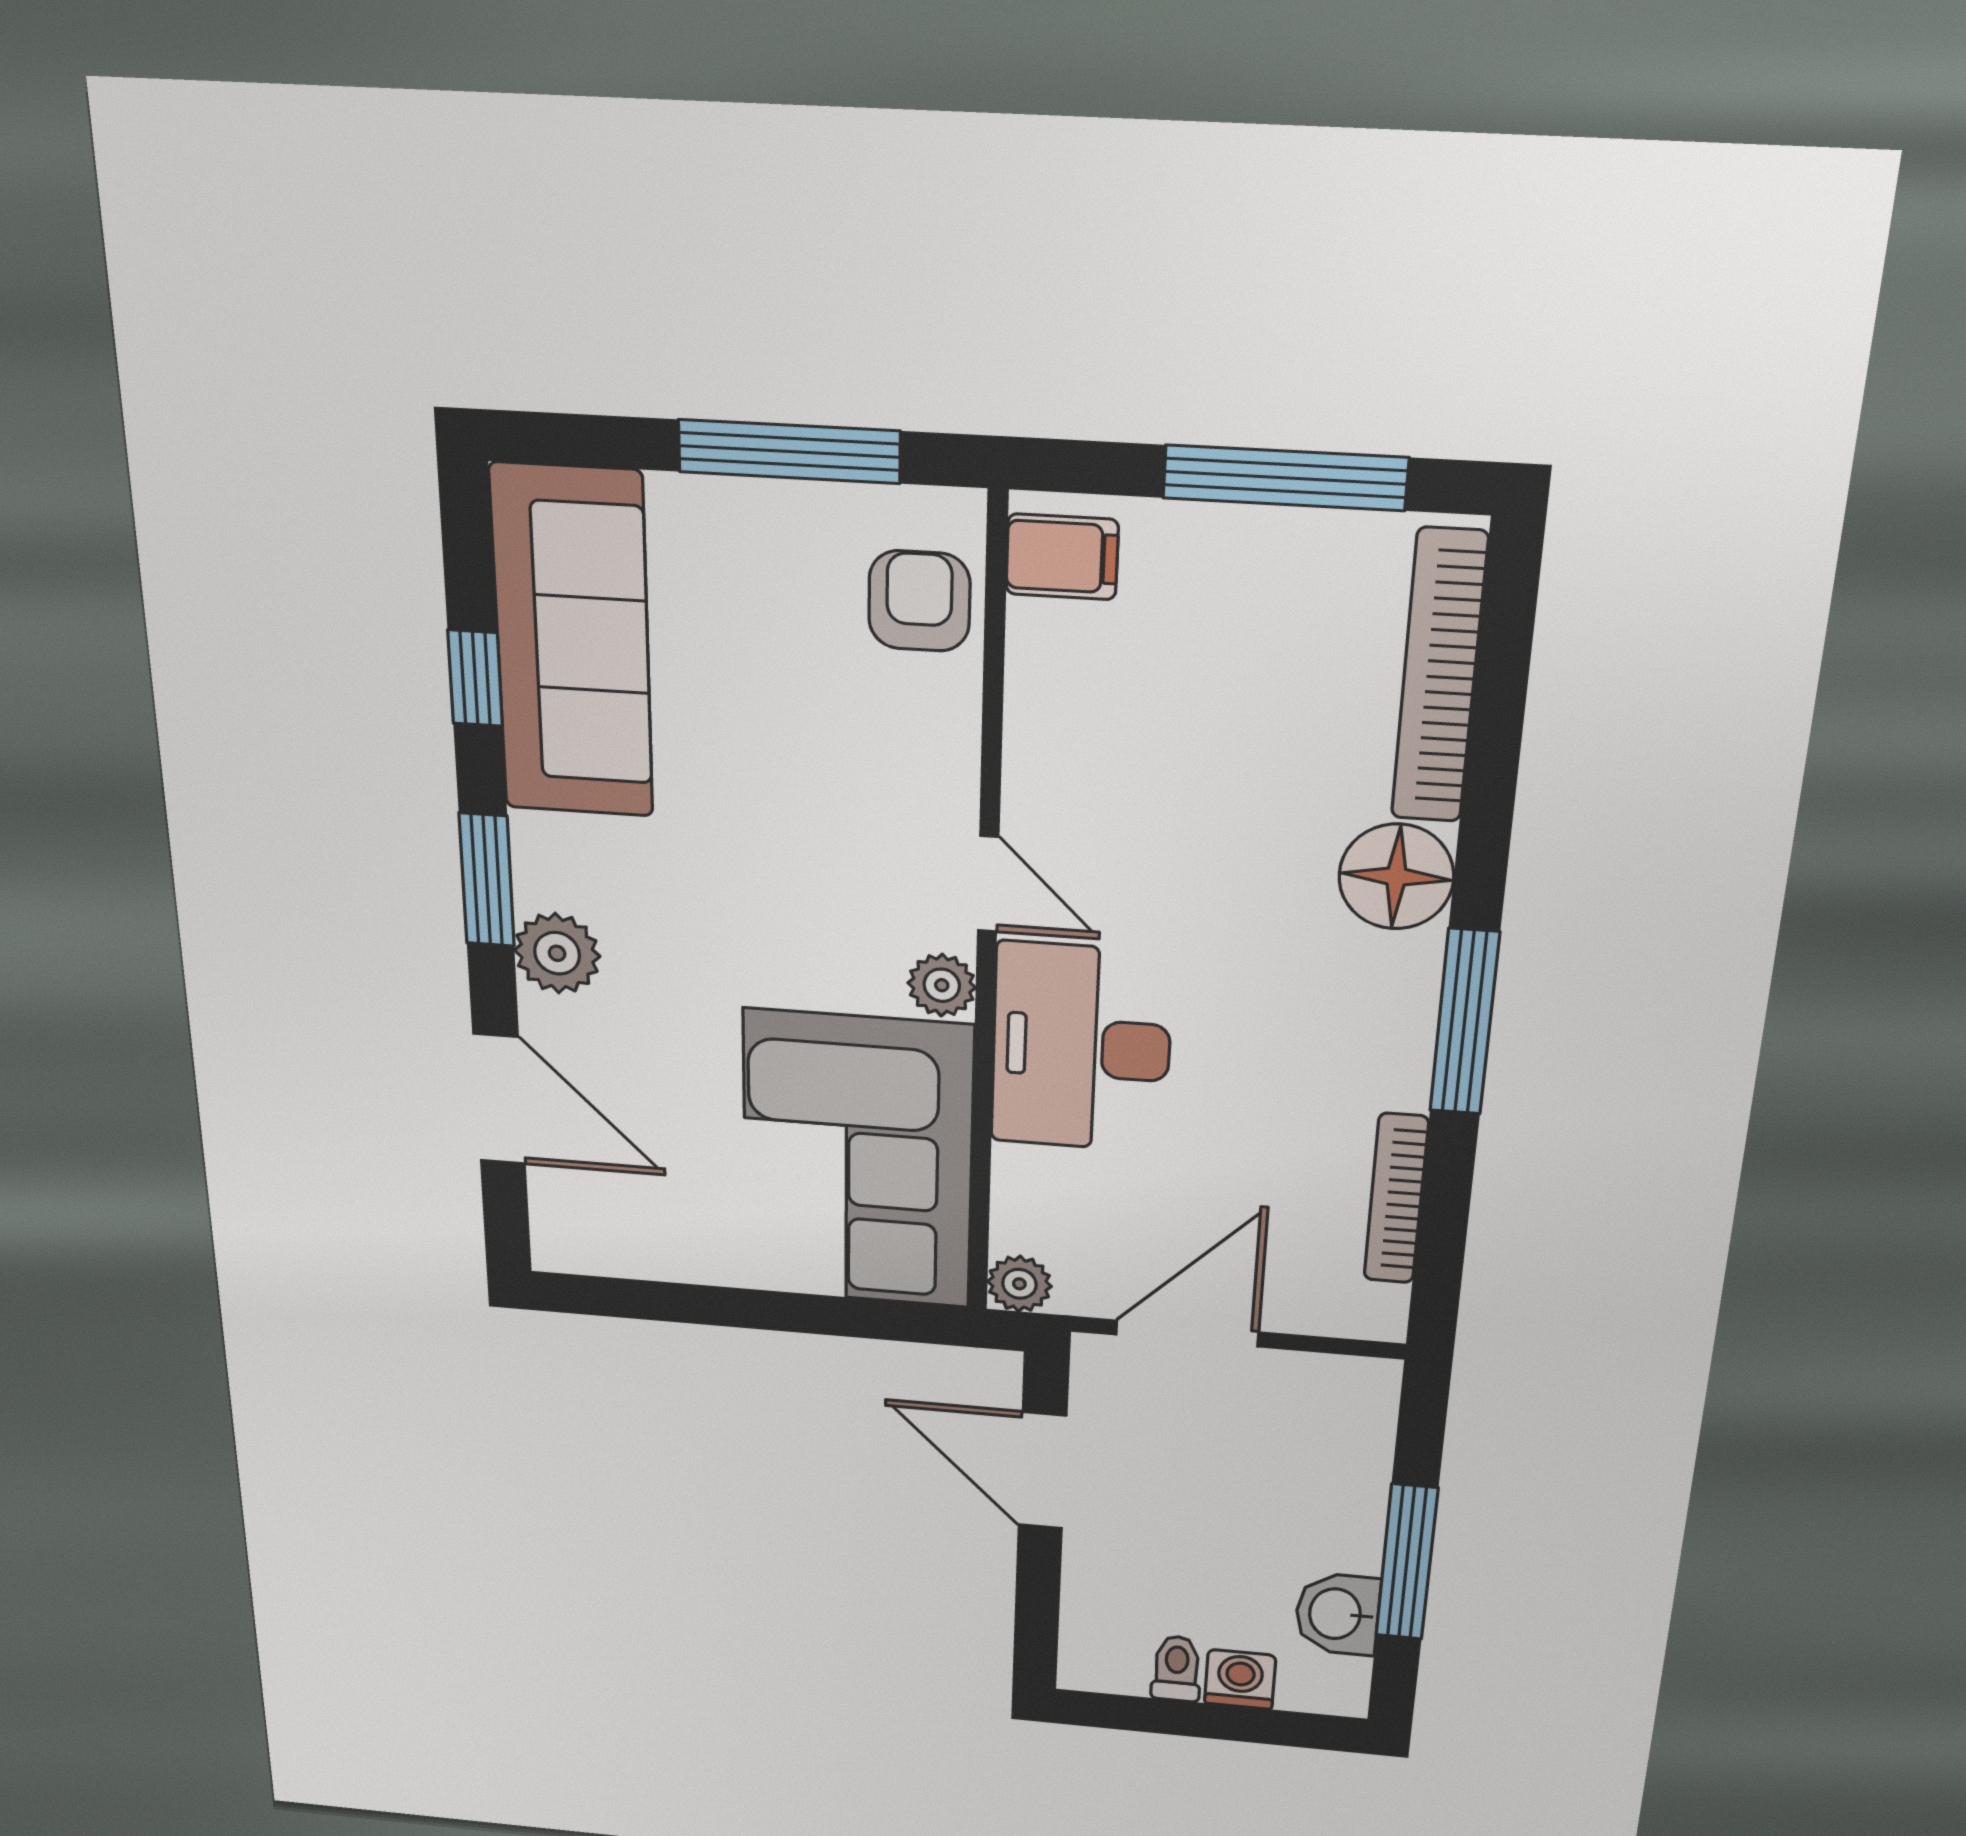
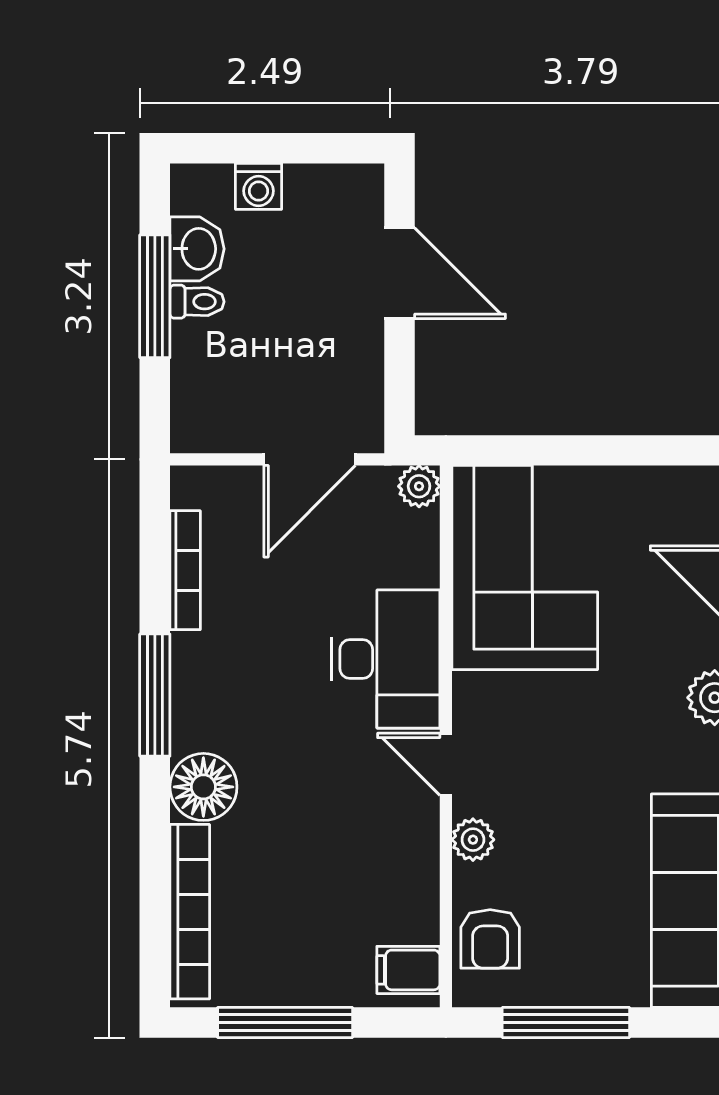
plant: (942, 985) -> (473, 840), moved
door: (1042, 1471) -> (400, 273), moved
toilet: (1177, 1669) -> (197, 302), moved, turned -90

